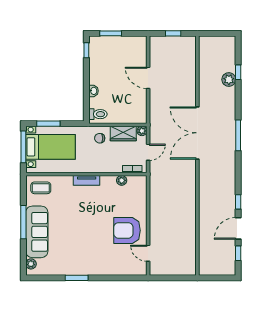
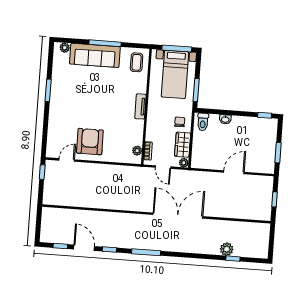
window: (111, 33) -> (278, 153), moved
window: (48, 124) -> (196, 90), moved
window: (238, 135) -> (146, 252), moved
plant: (122, 180) -> (137, 151), moved
window: (163, 278) -> (42, 172), added

